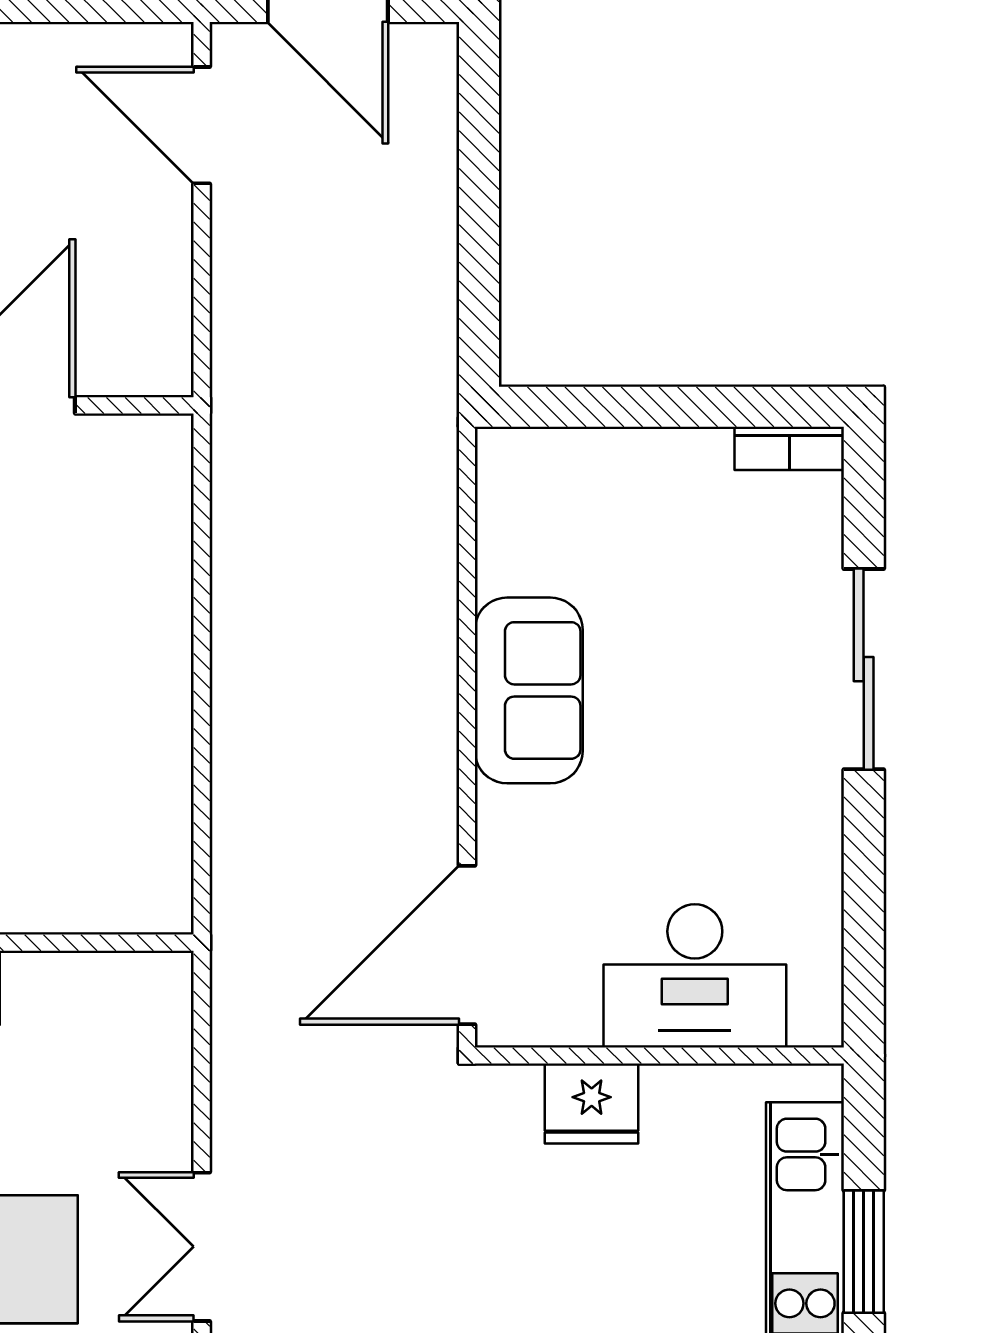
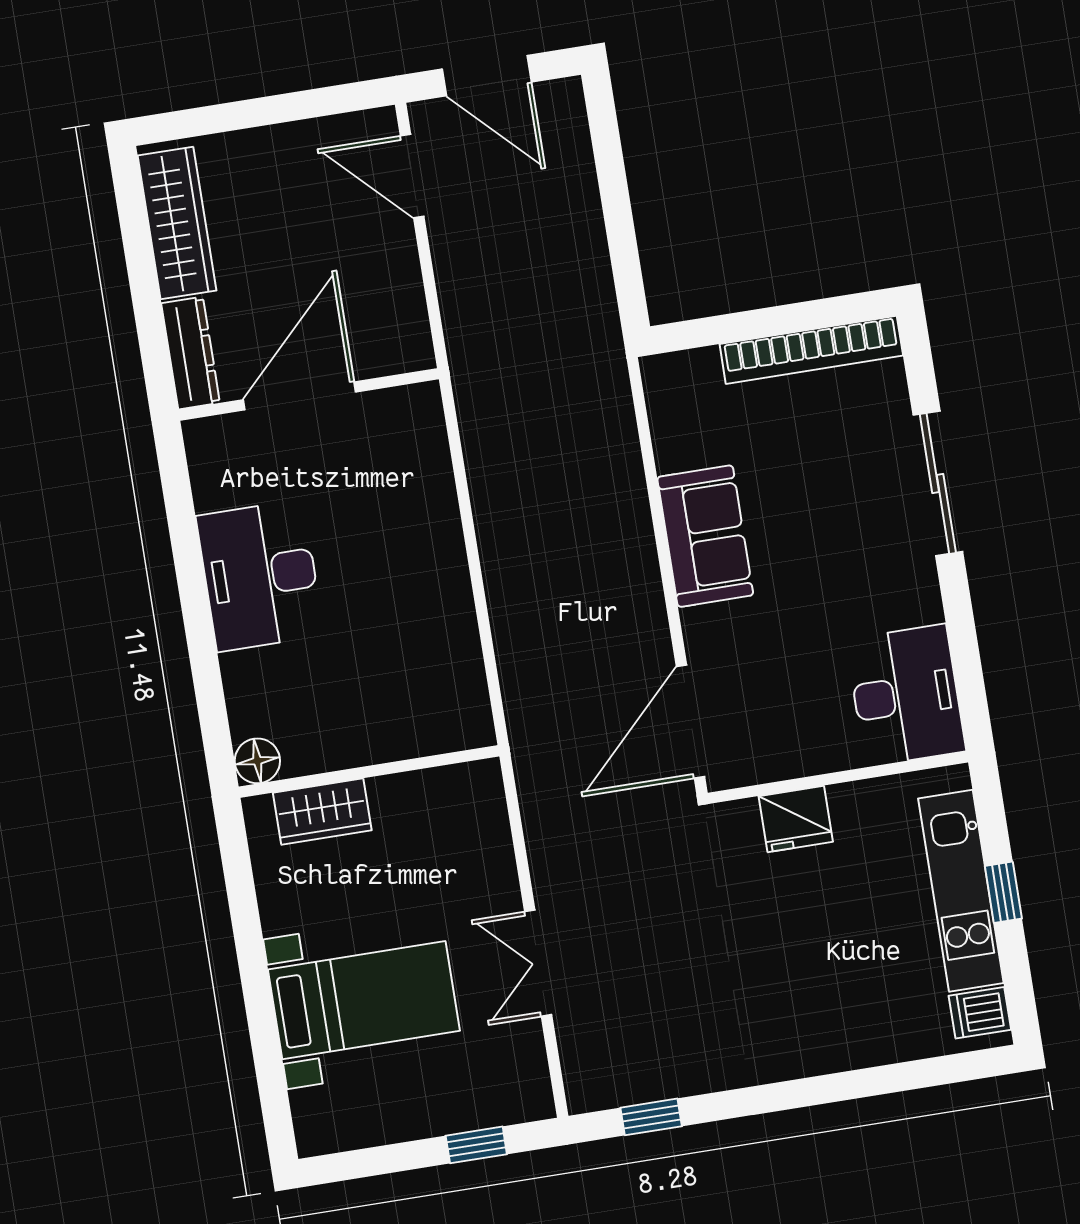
bookcase: (789, 448) -> (811, 350), width x2.31, depth x1.31
desk: (695, 976) -> (906, 695), moved, turned -90
window: (864, 1252) -> (1003, 892), width x0.67

